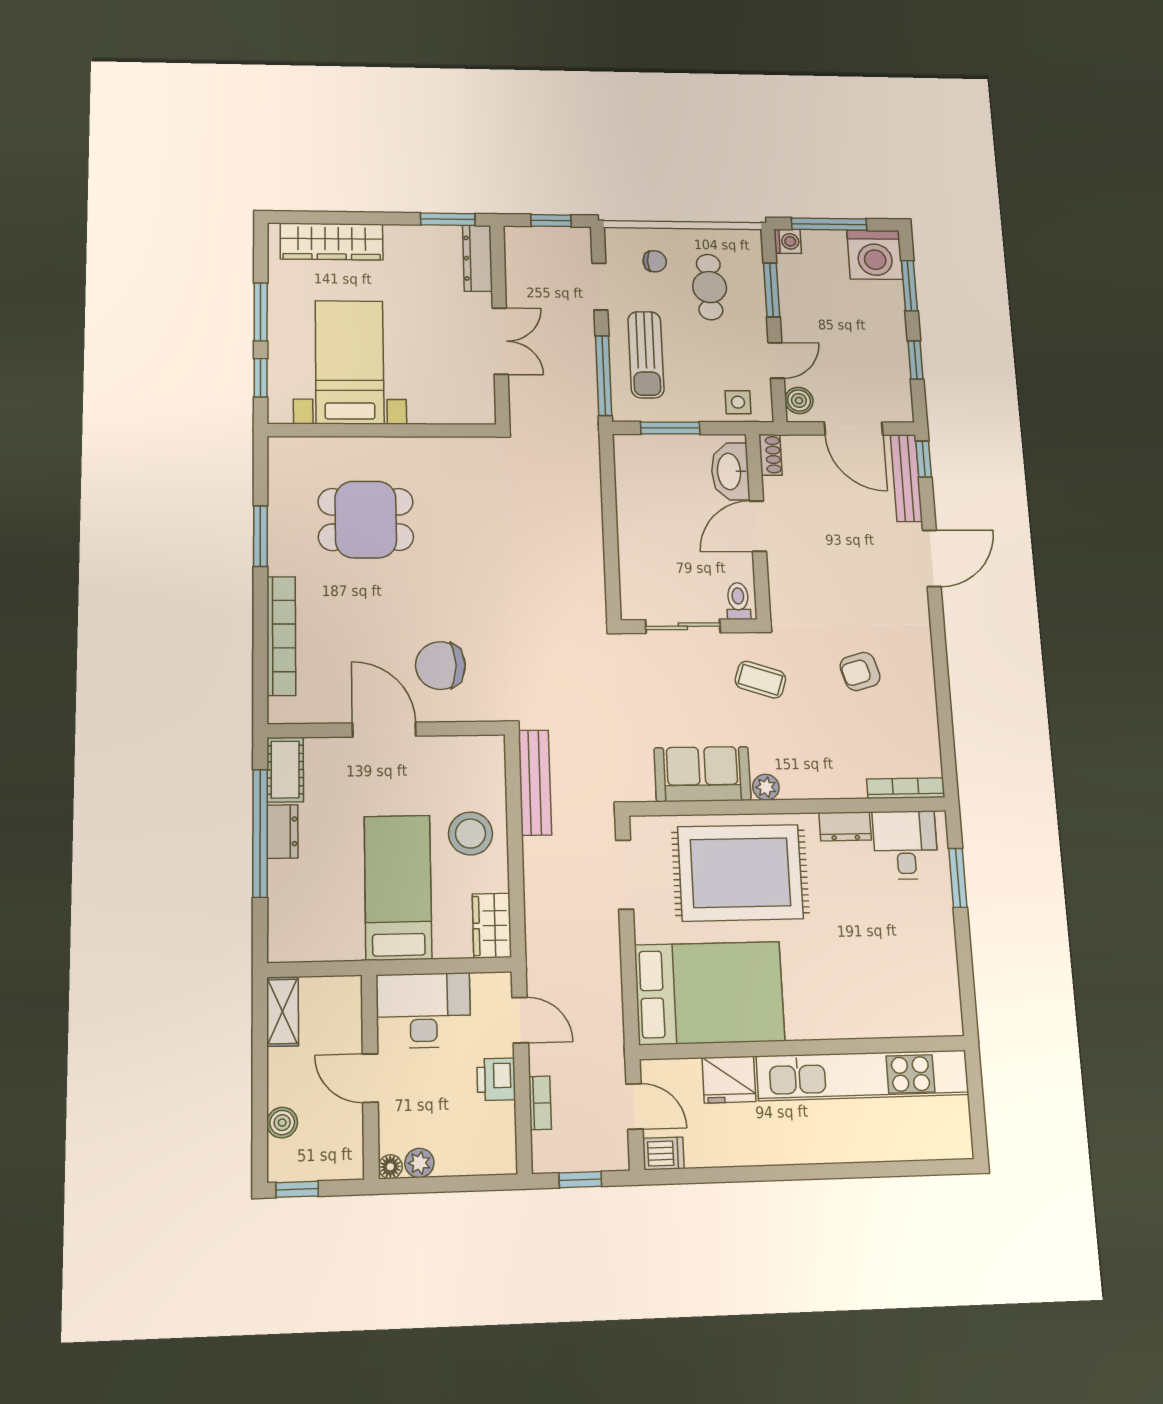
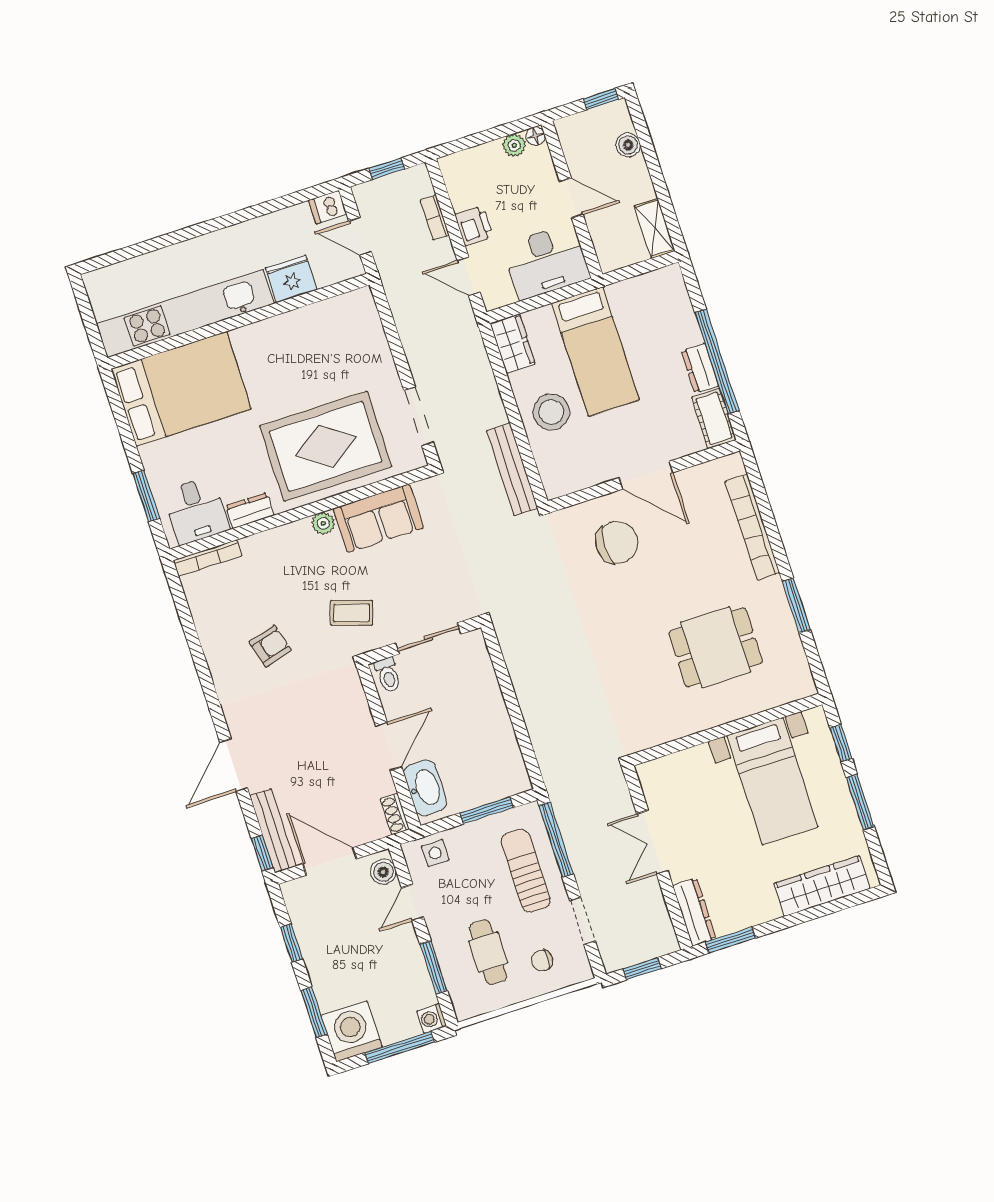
bed: (709, 993) -> (181, 389), moved, turned 180

